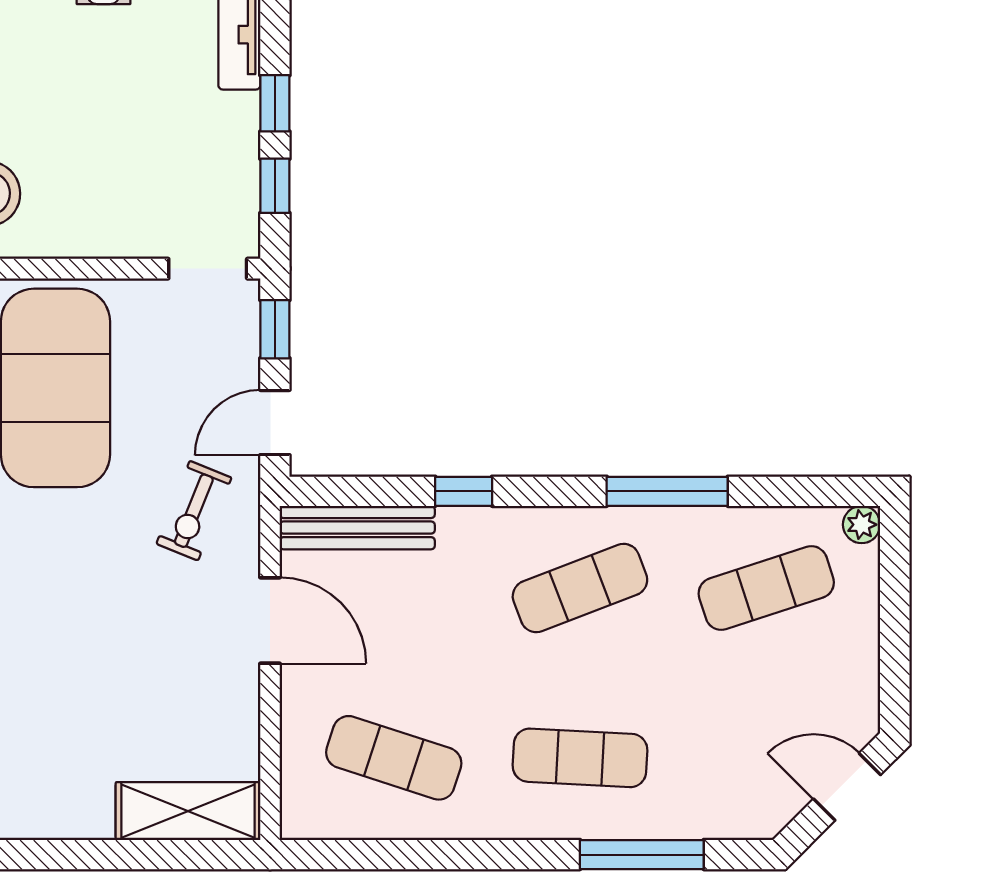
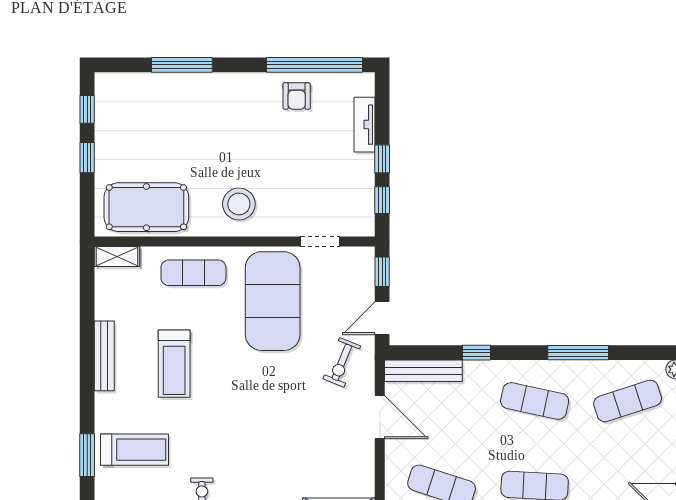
doorway: (208, 269) -> (320, 241), moved
exercise mat: (580, 588) -> (535, 401), turned 33

